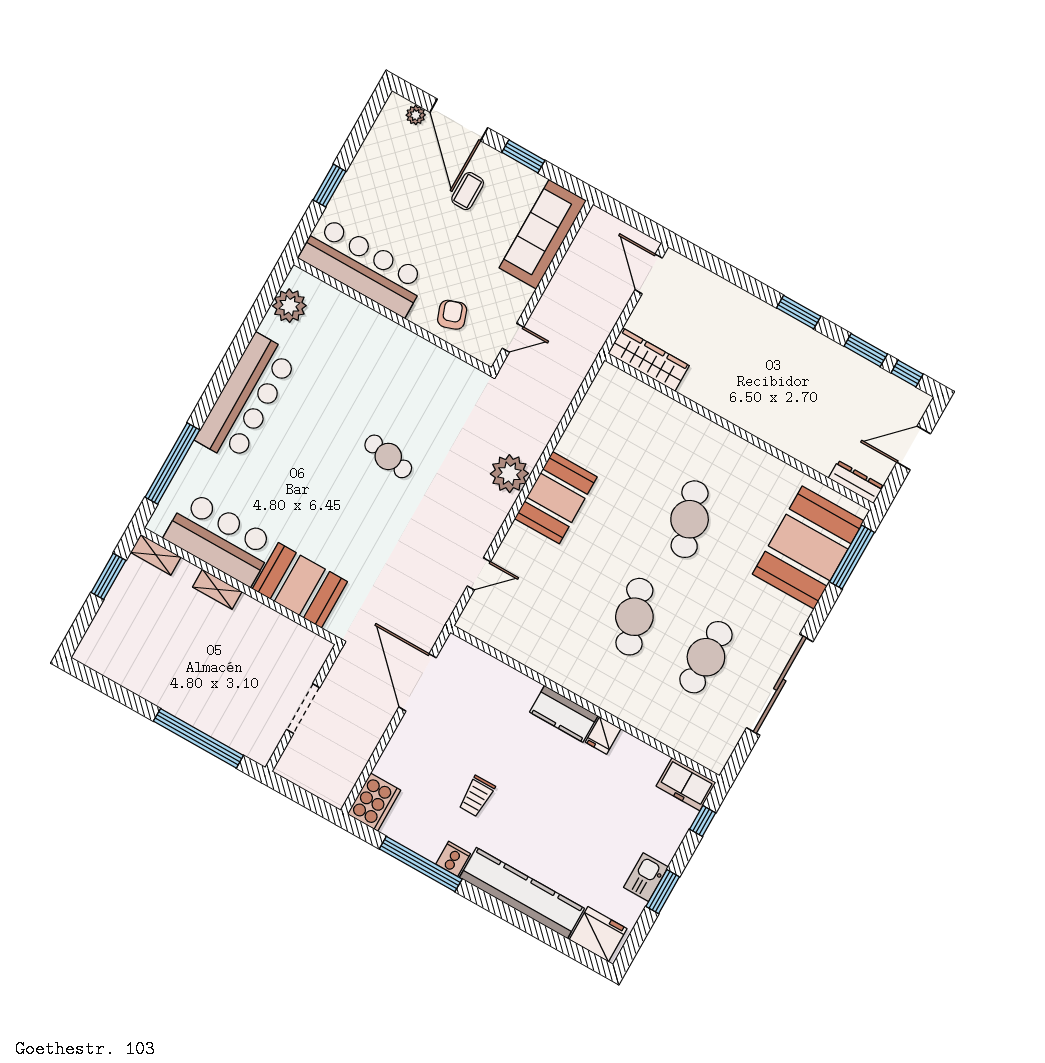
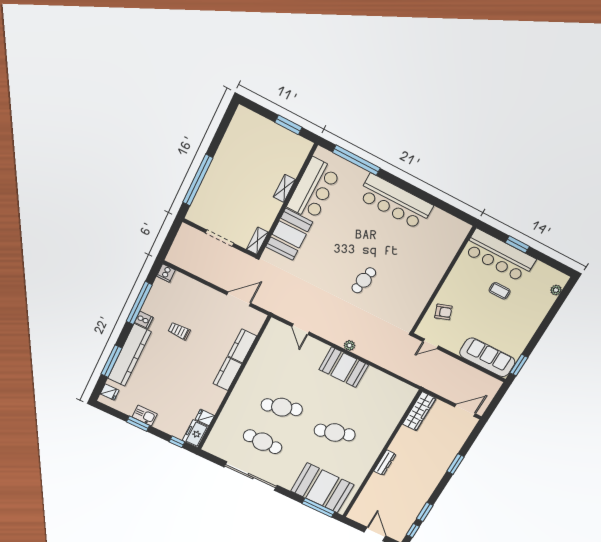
door: (459, 120) -> (552, 313), removed
window: (523, 156) -> (519, 365), moved
coffee table: (468, 191) -> (500, 291), moved
bar counter: (363, 267) -> (499, 256), moved, turned 90
plant: (289, 306) -> (449, 224), removed
window: (799, 312) -> (455, 464), moved
door: (513, 338) -> (431, 344), hinge flipped
plant: (509, 474) -> (349, 345), width x0.53, depth x0.53
dresser: (856, 482) -> (385, 463), moved
shelving: (156, 555) -> (257, 241), moved
door: (417, 682) -> (239, 299), width x0.73
kitchen counter: (509, 683) -> (242, 346), added
fridge: (603, 735) -> (205, 417), moved
cooker: (374, 802) -> (166, 273), width x0.53, depth x0.76
window: (533, 928) -> (111, 361), added
fridge: (598, 934) -> (110, 392), width x0.53, depth x0.75

